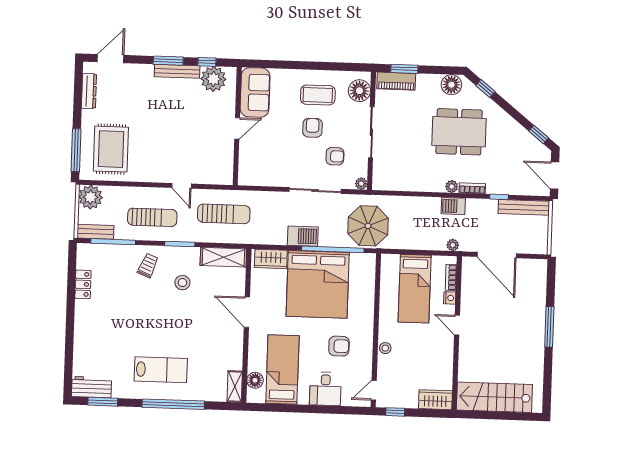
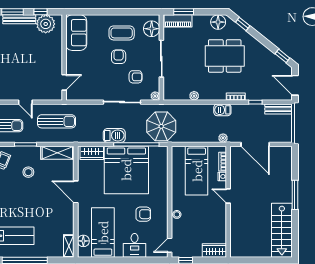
door: (237, 128) -> (64, 82), moved
plant: (452, 187) -> (194, 96), moved
bench: (524, 207) -> (279, 109), width x0.73
stairs: (494, 397) -> (282, 230), moved, turned -90

